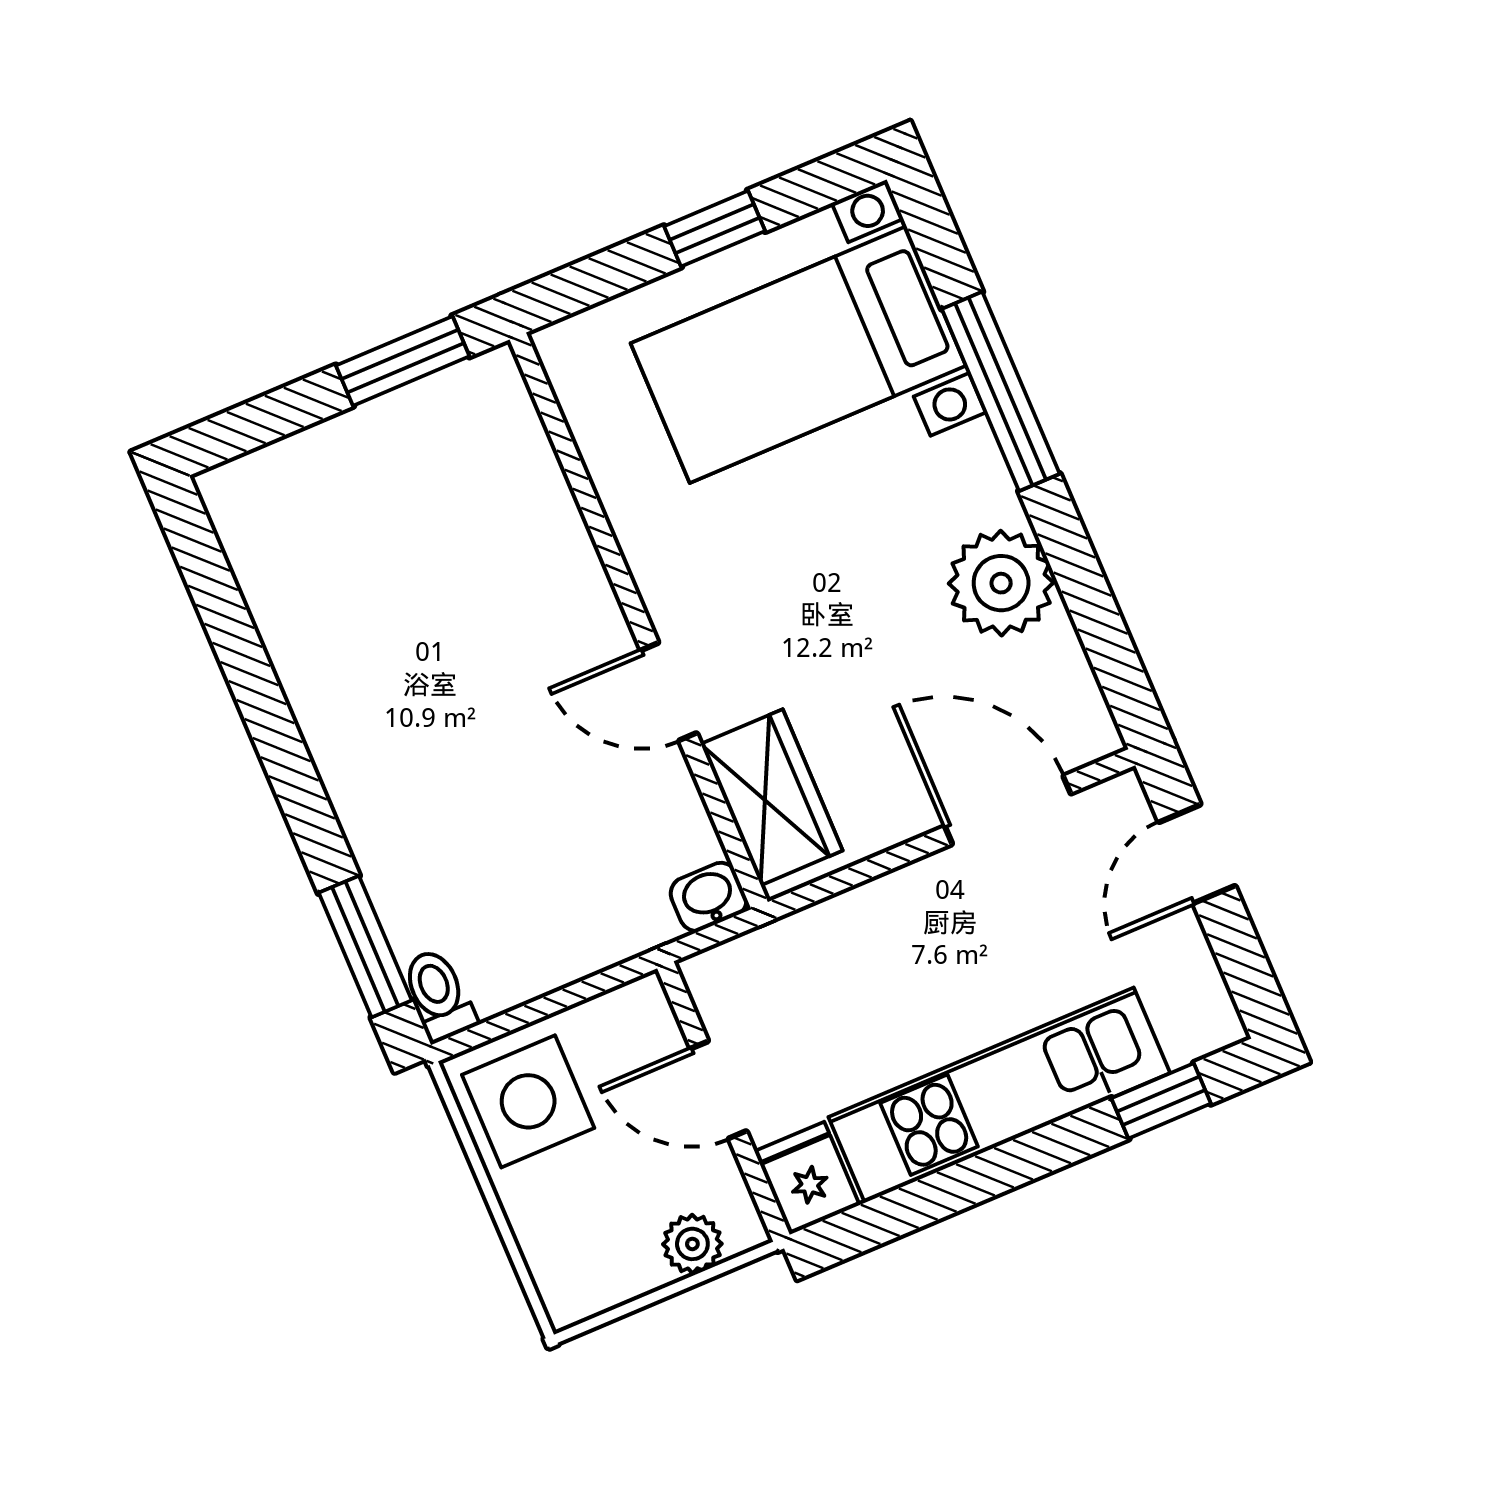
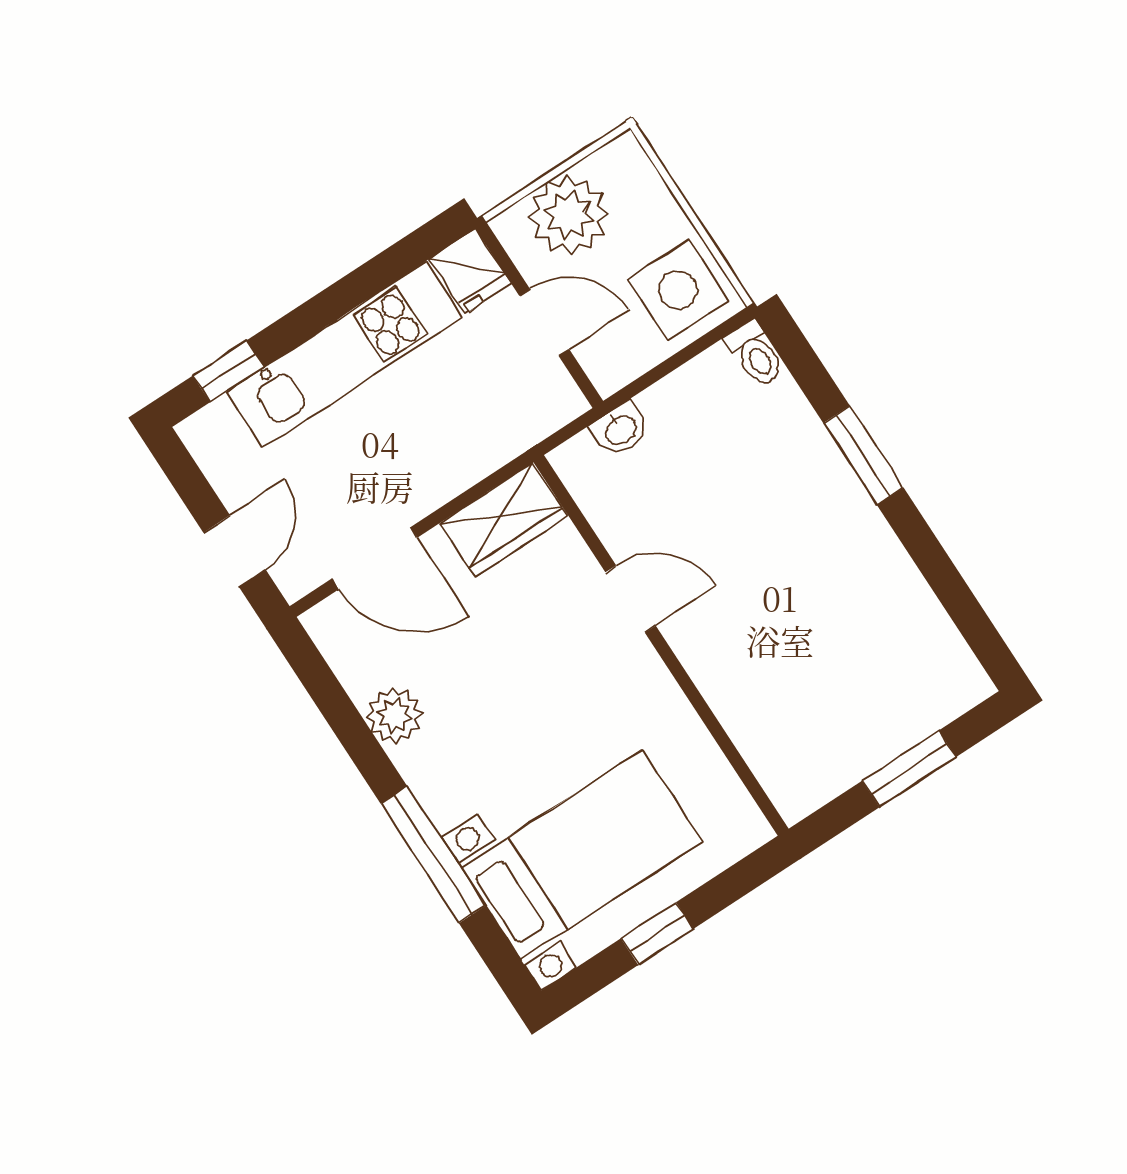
window: (403, 361) -> (909, 769), moved
plant: (1001, 583) -> (394, 716), width x0.73, depth x0.73
wardrobe: (772, 797) -> (504, 520), moved, turned -90
washbasin: (709, 897) -> (620, 429), moved
window: (365, 947) -> (863, 455), moved
plant: (692, 1244) -> (569, 215), width x1.87, depth x1.87

